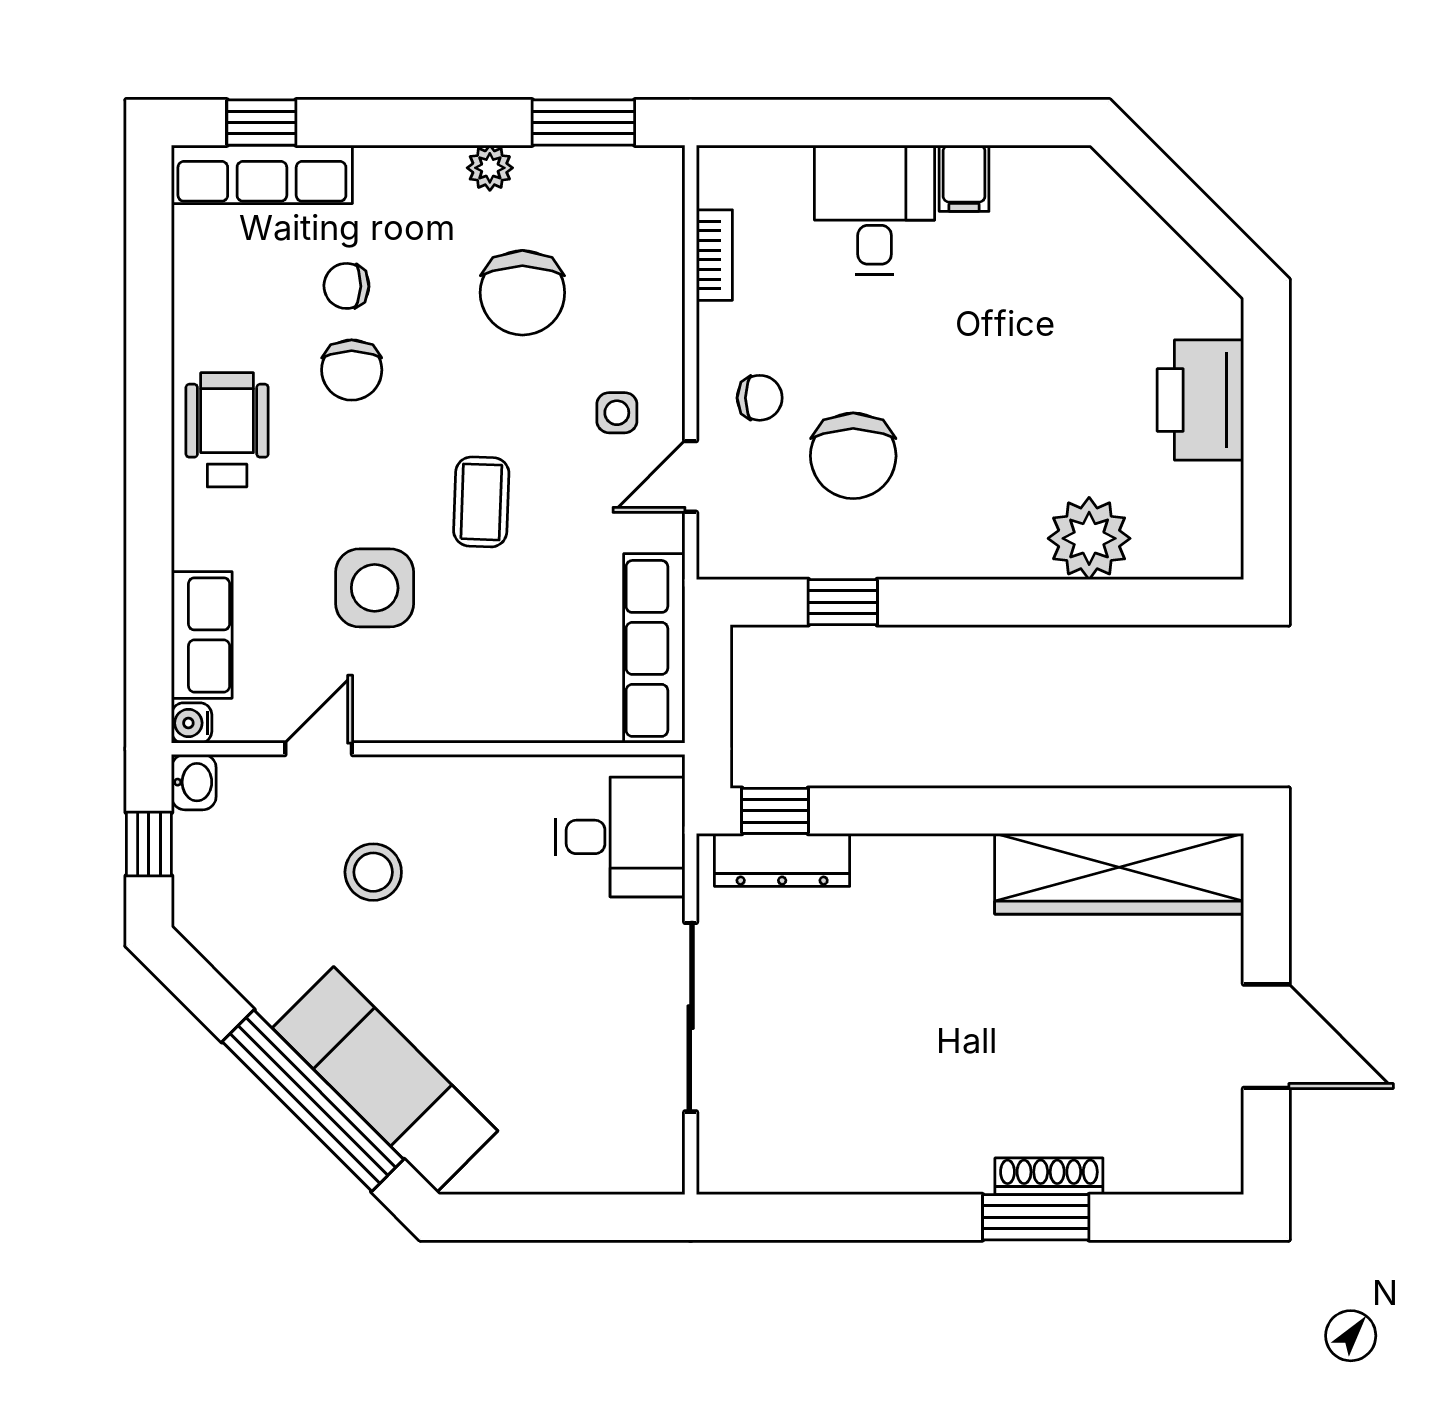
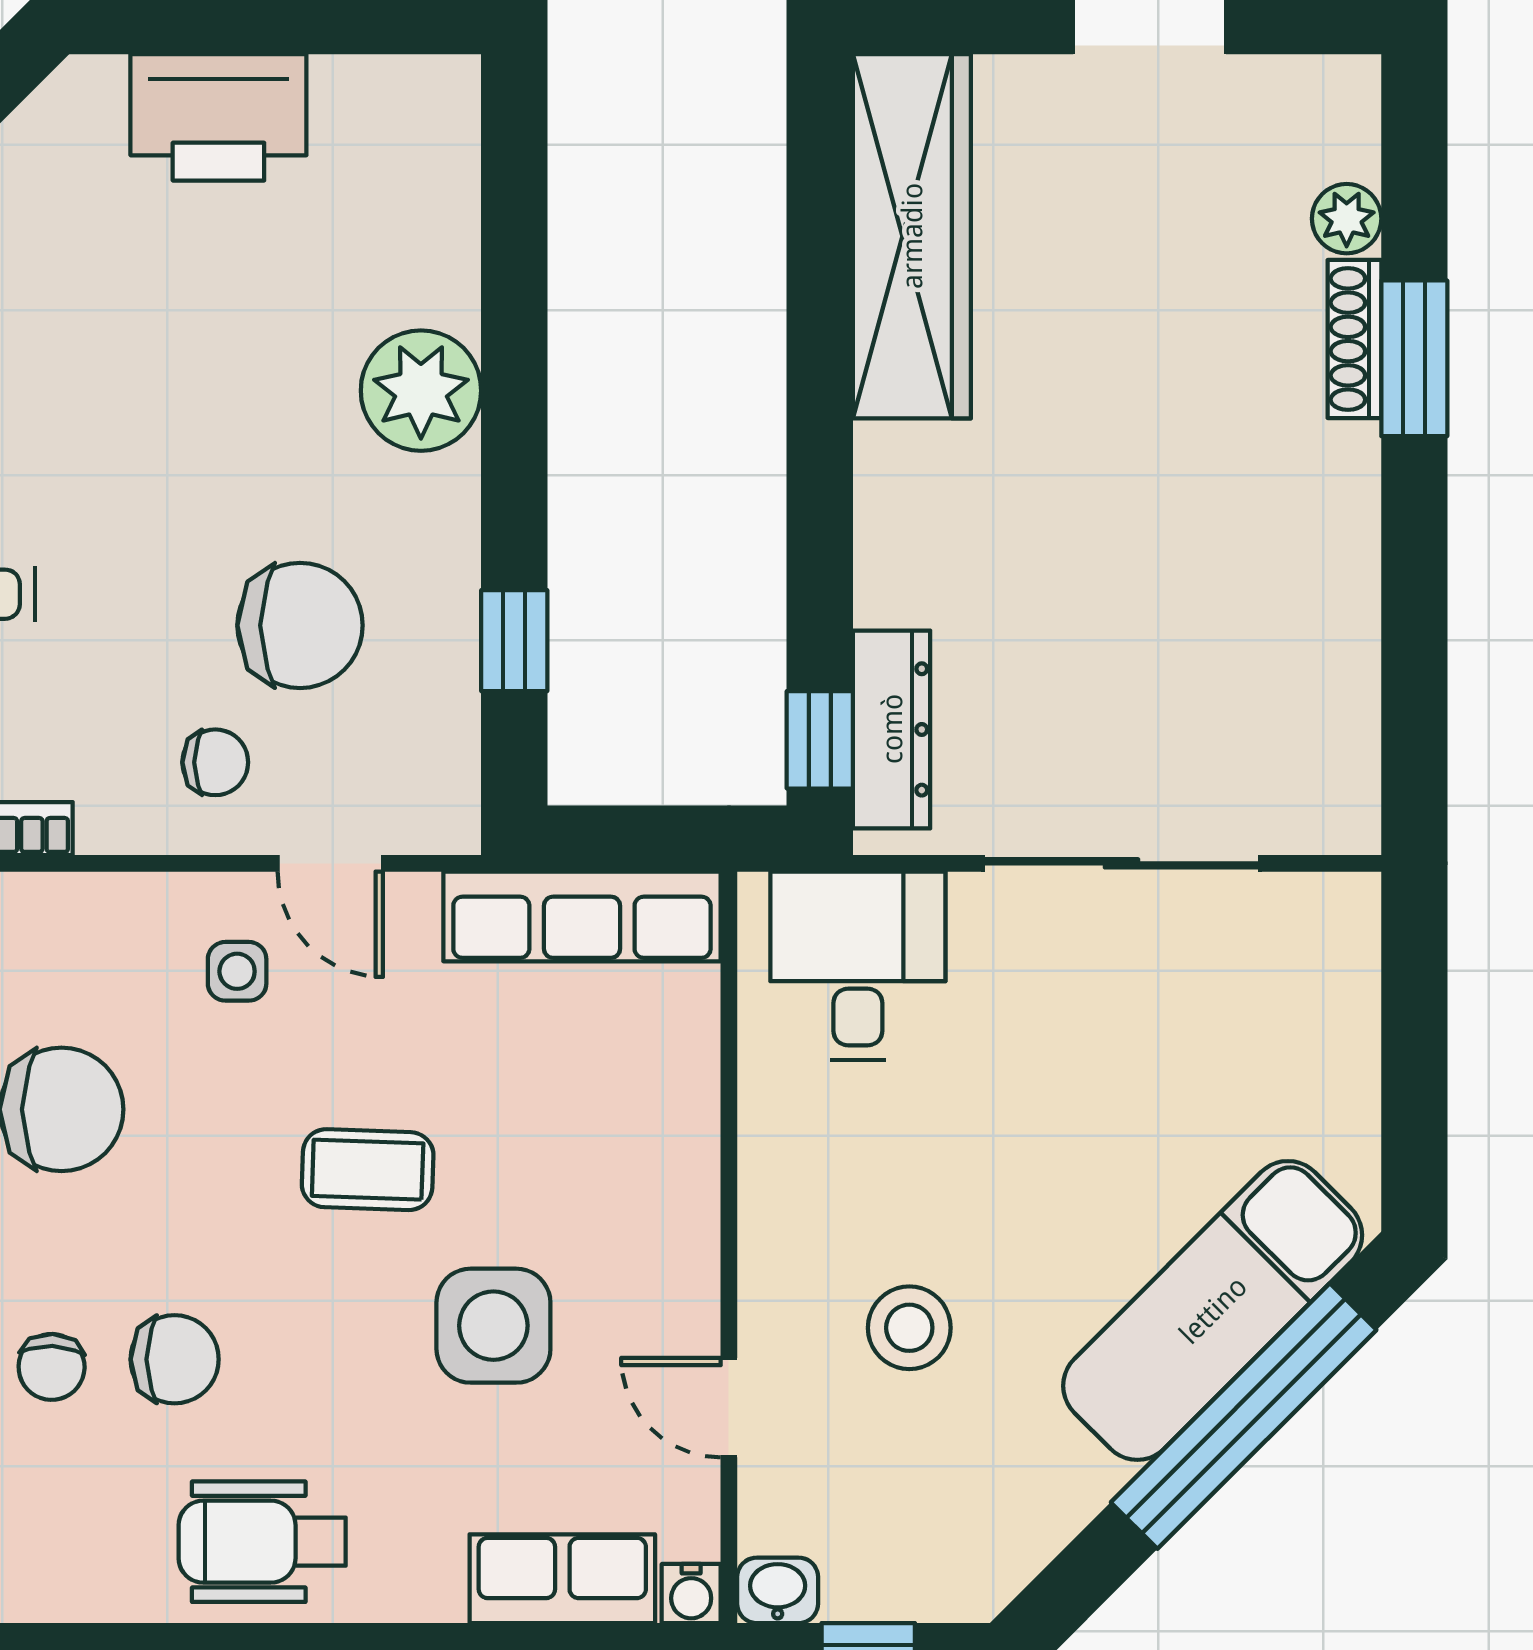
chair: (760, 398) -> (215, 762), turned 90
plant: (1089, 538) -> (421, 391), moved
plant: (1131, 1171) -> (1347, 219), added

